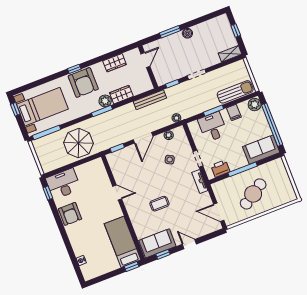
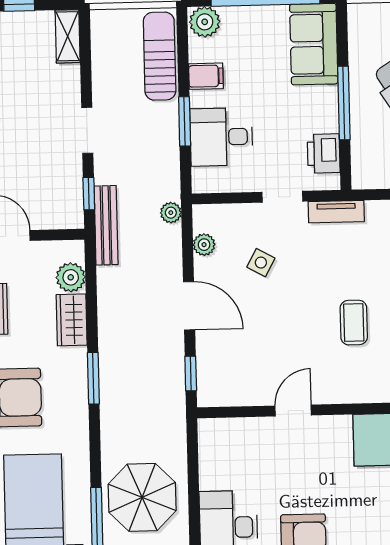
bench: (150, 100) -> (106, 225), moved
plant: (105, 101) -> (71, 277), moved
parasol: (78, 143) -> (142, 497), moved

